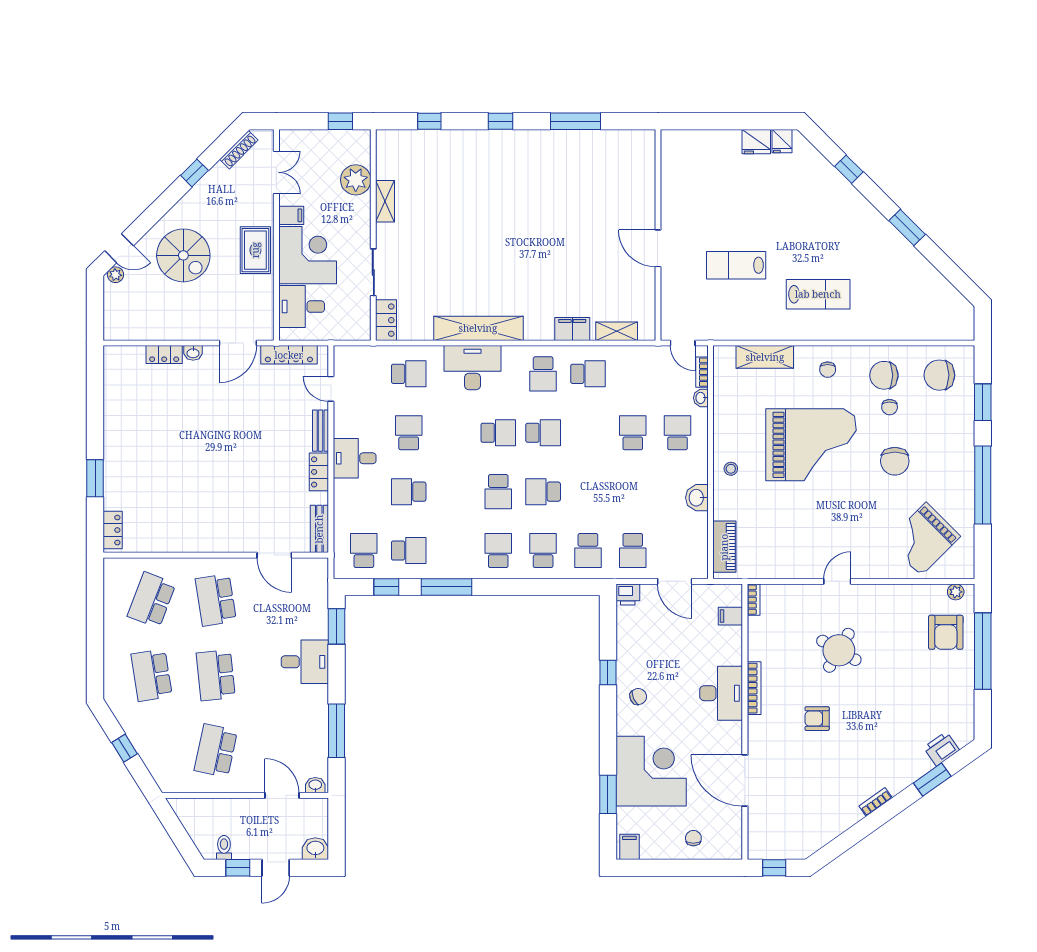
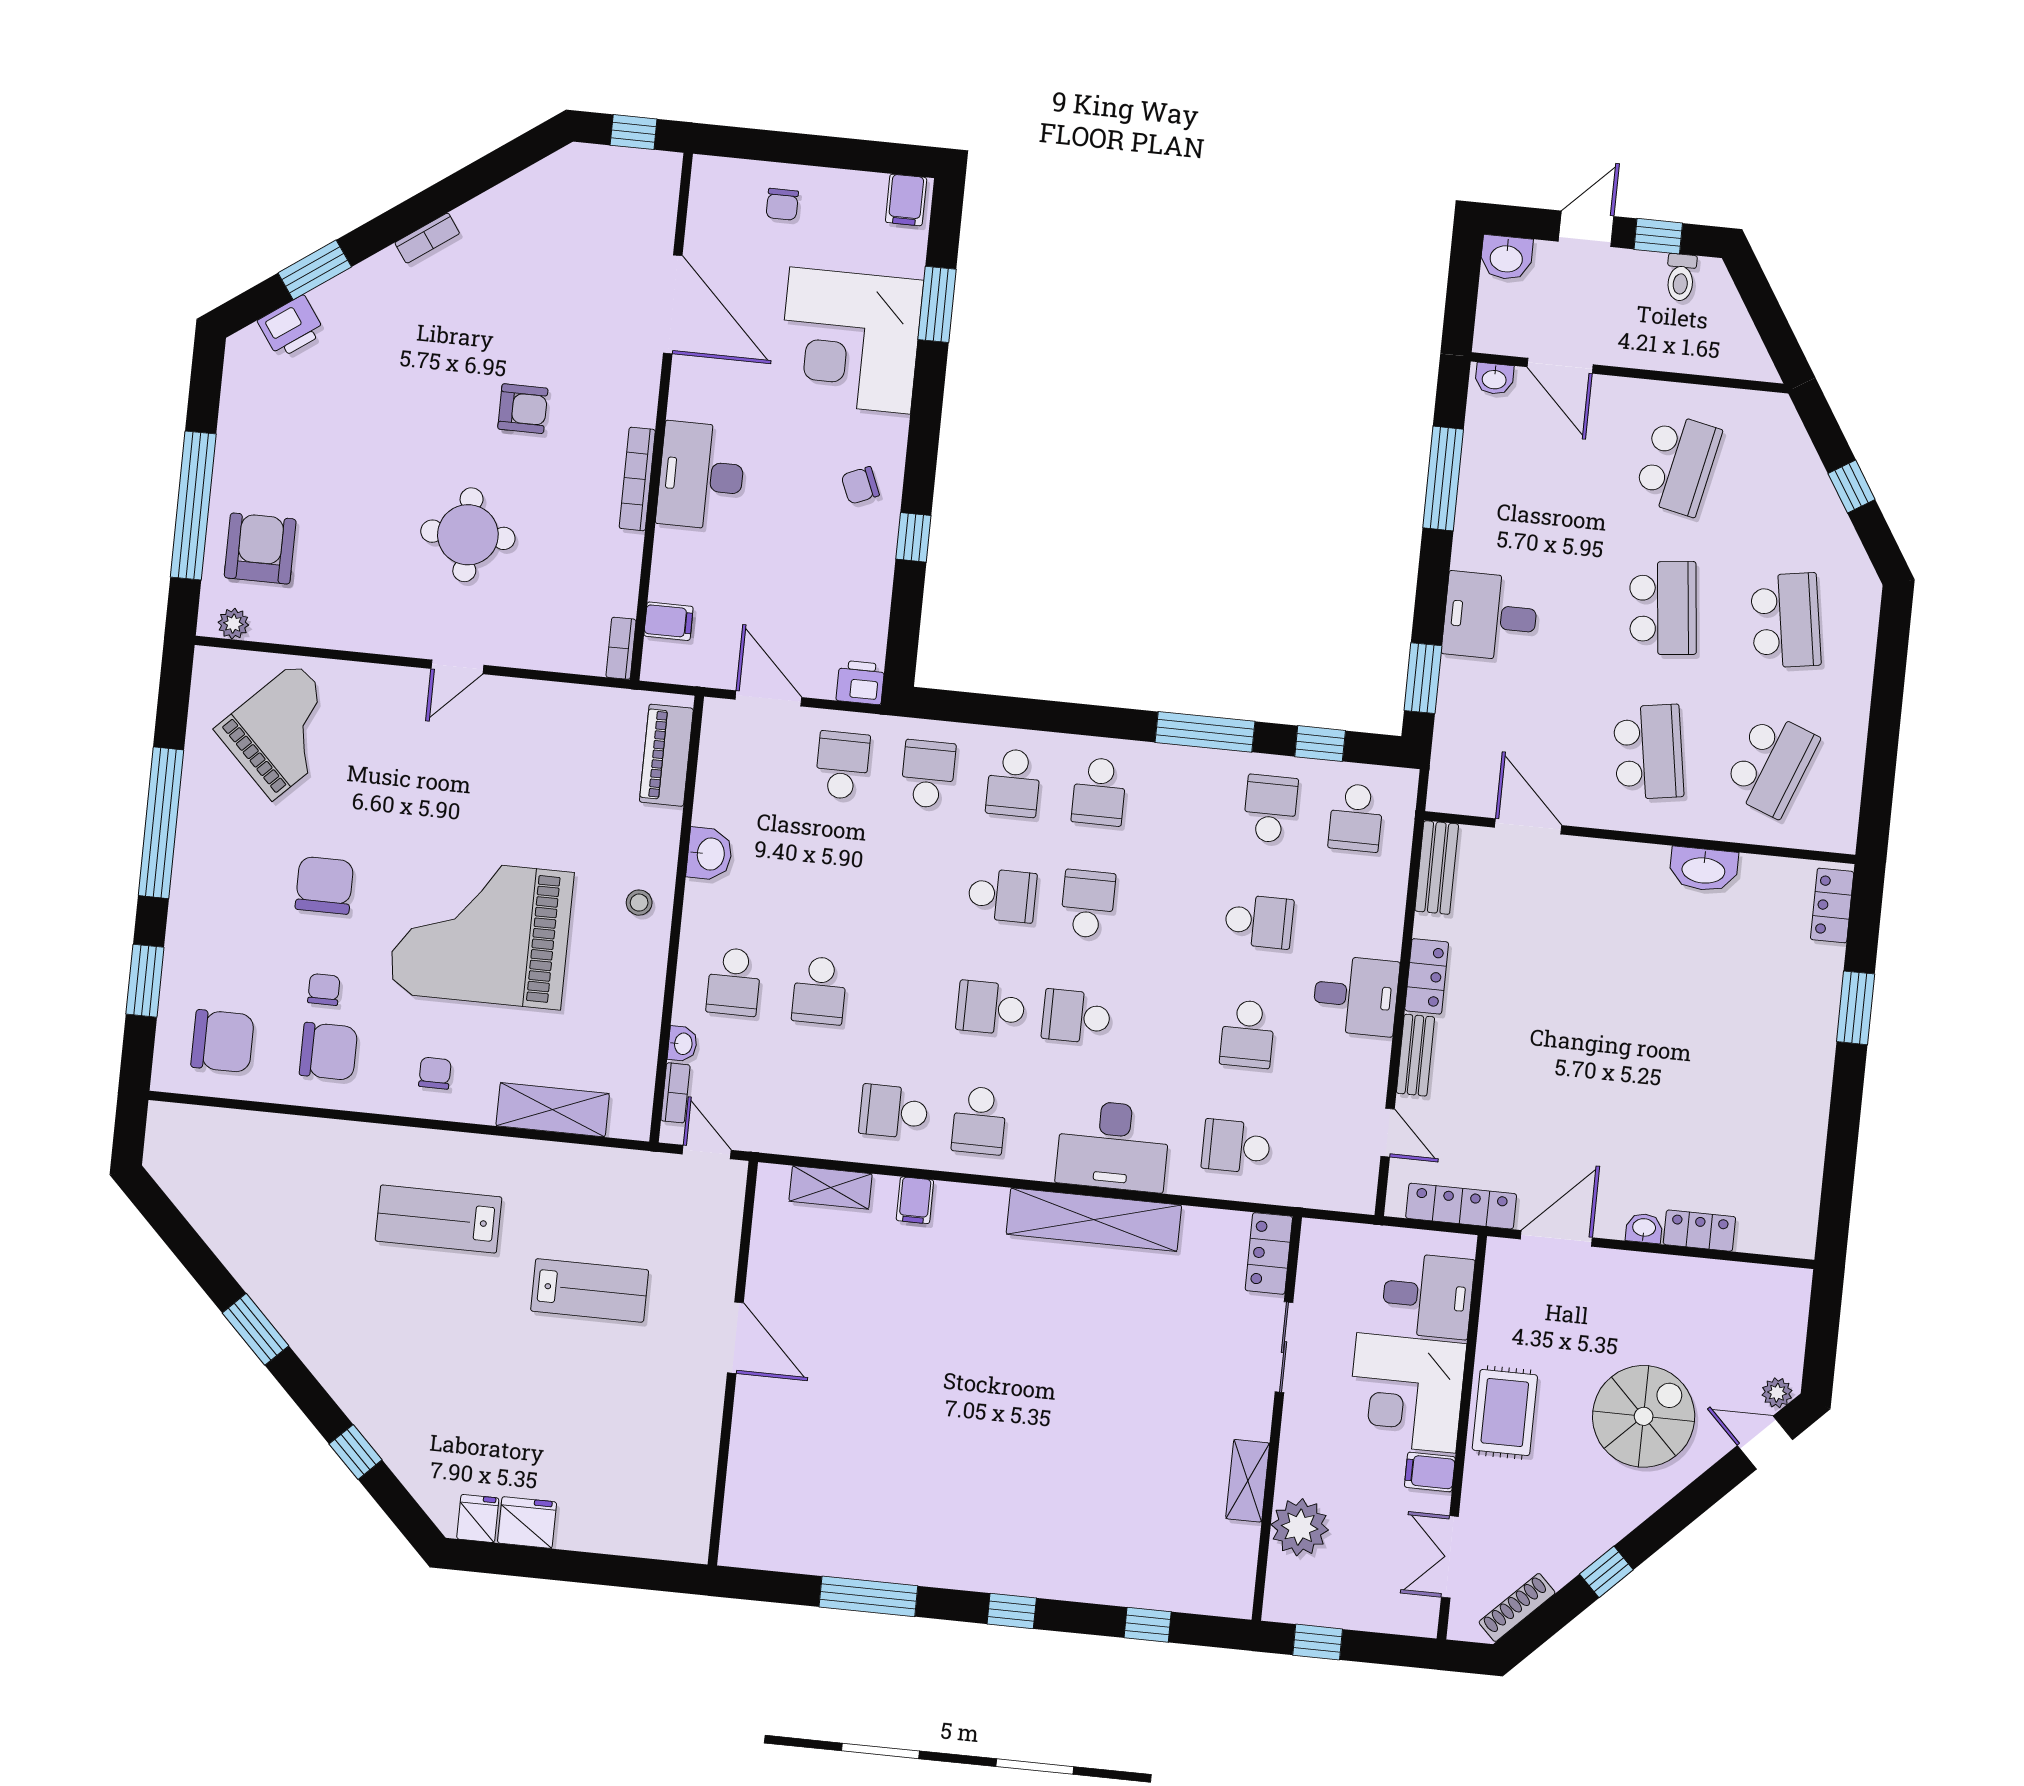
spiral stairs: (183, 255) -> (1644, 1416), turned 90
filing cabinet: (572, 329) -> (915, 1200), width x0.50
school desk: (543, 374) -> (979, 1120), turned 180
washbasin: (181, 542) -> (1704, 869), added
school desk: (409, 551) -> (1270, 809), turned 90
round table: (839, 650) -> (468, 535), turned -30

